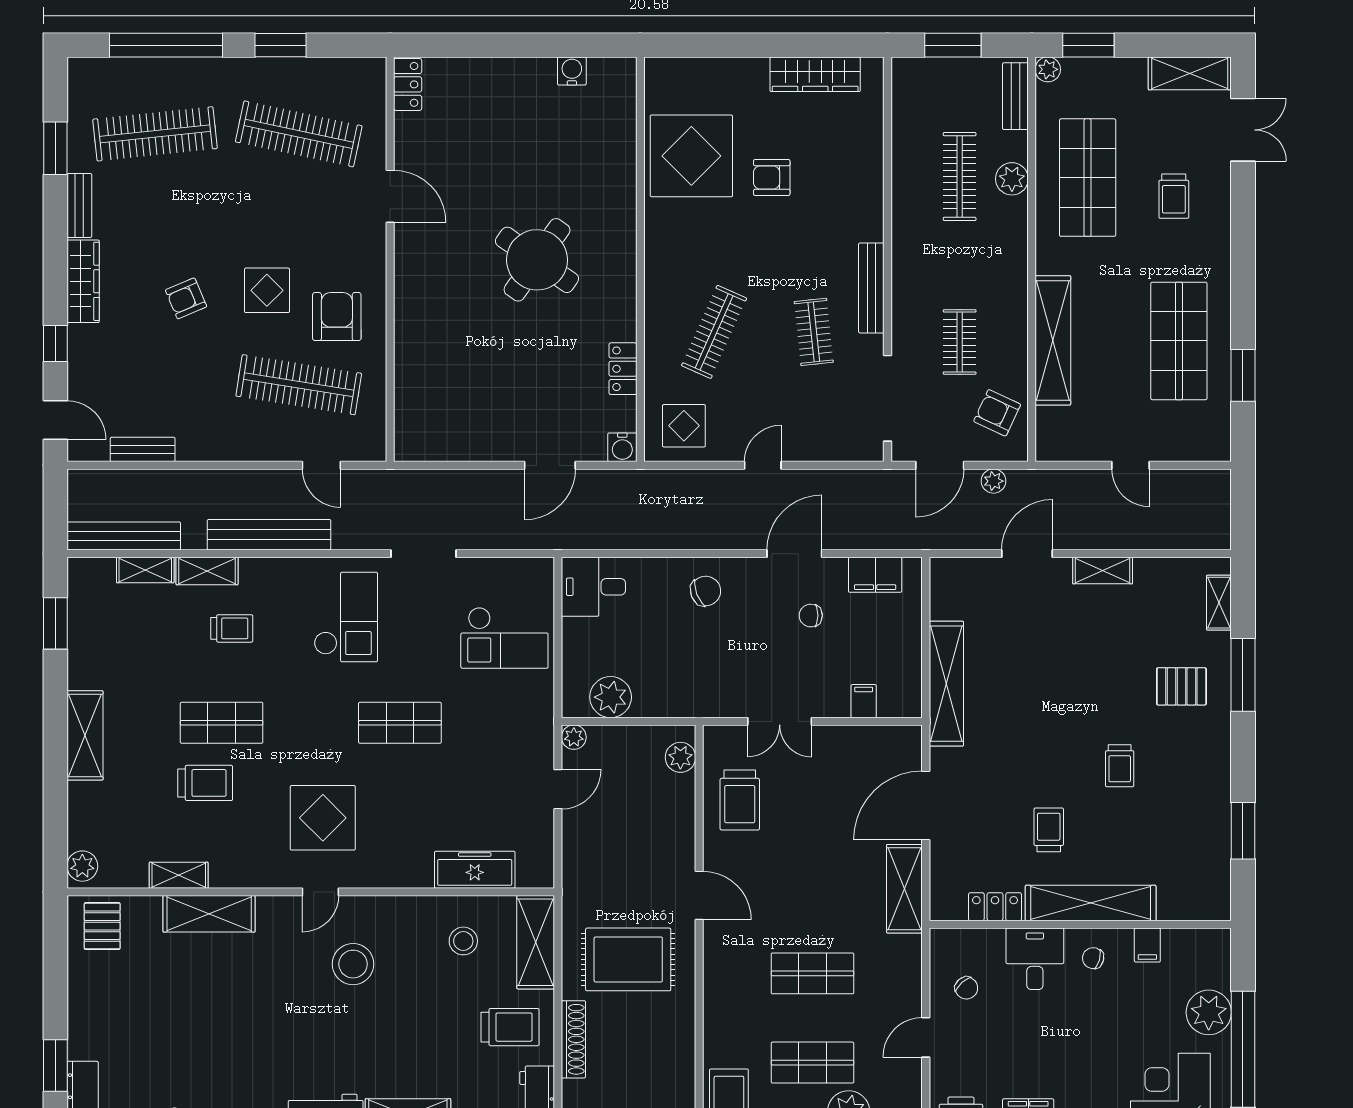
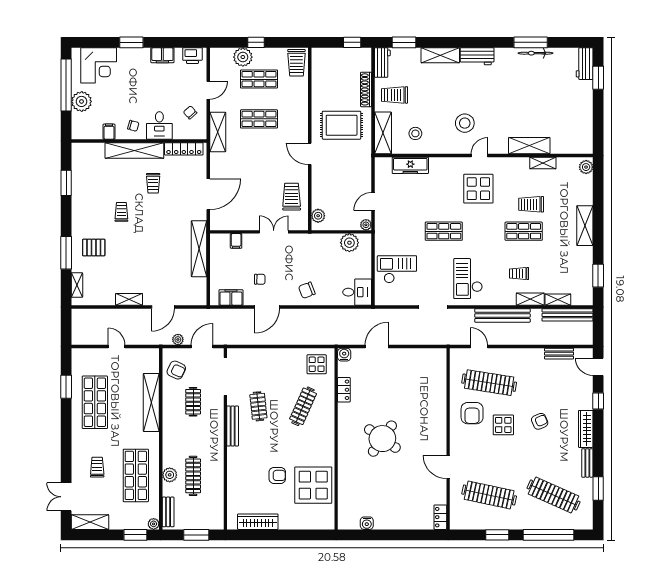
clothes rail: (155, 134) -> (553, 495), turned 30
door: (763, 465) -> (281, 347), removed
shelving: (904, 889) -> (218, 132), moved
locker: (995, 907) -> (184, 149), width x1.53
pallet: (102, 926) -> (577, 140), removed

